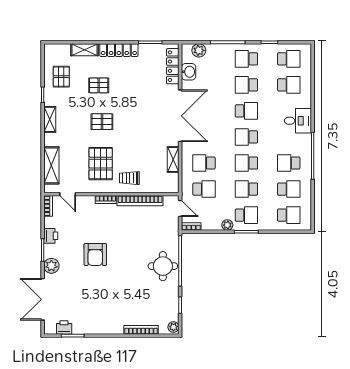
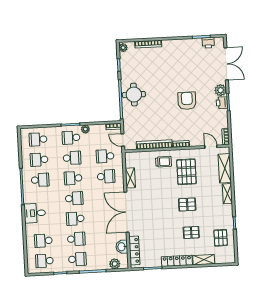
shelving: (50, 119) -> (227, 194), moved
school desk: (246, 163) -> (73, 178), turned 180
printer: (51, 236) -> (222, 103), moved

